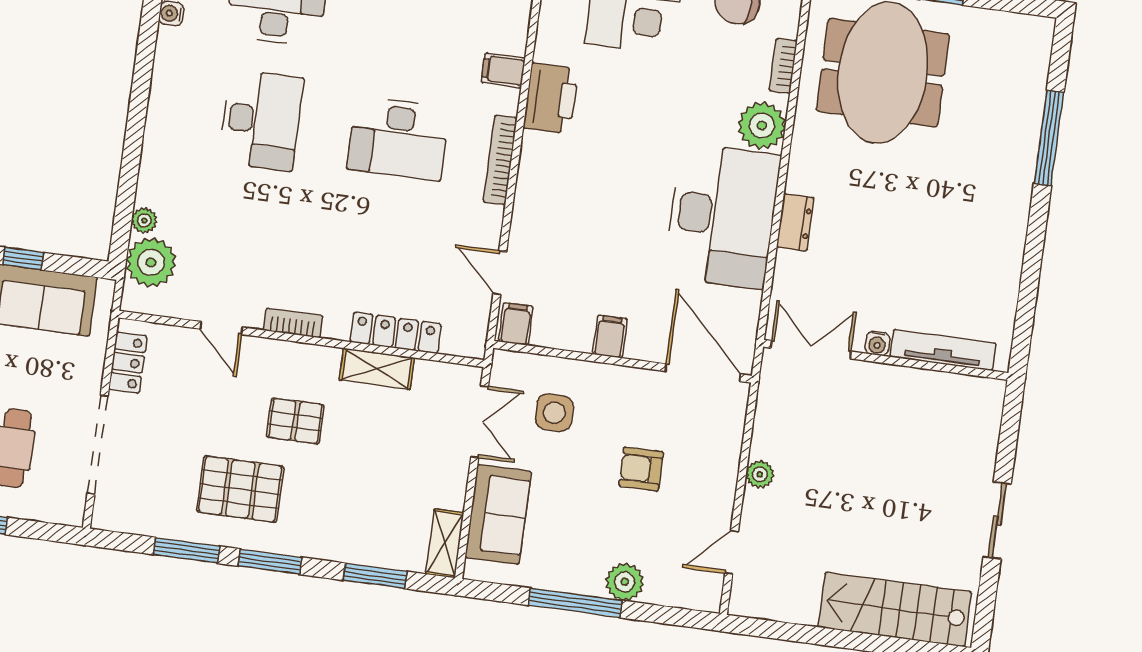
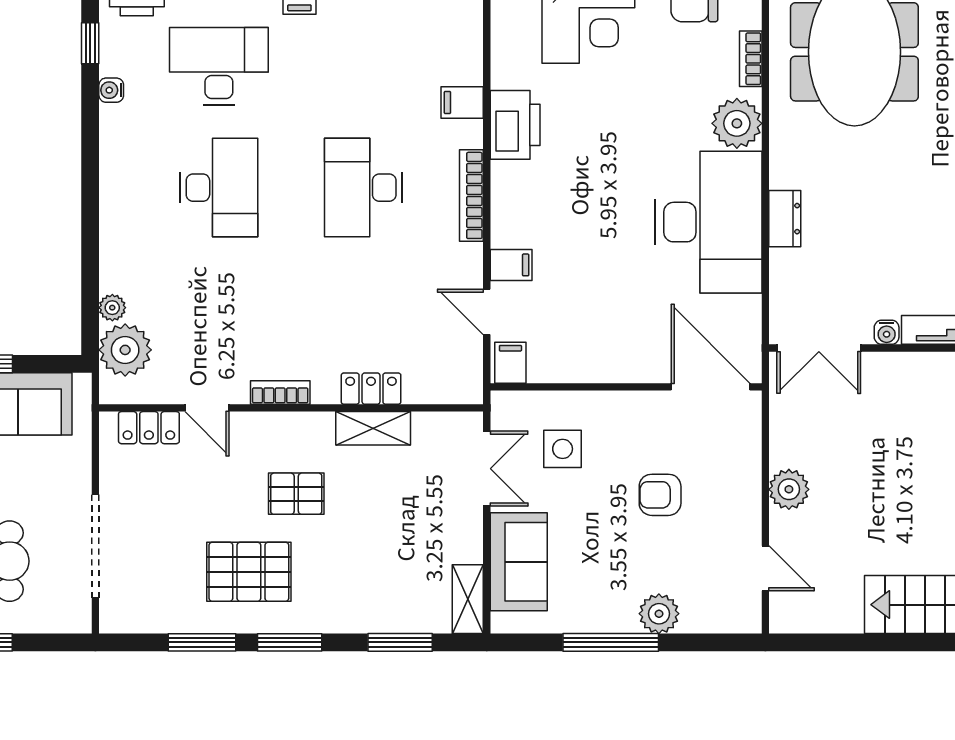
desk: (398, 139) -> (363, 188), turned 90
locker: (396, 333) -> (371, 389), width x0.66
filing cabinet: (610, 337) -> (511, 265), moved, turned 90
double door: (811, 350) -> (819, 348), swing flipped
locker: (128, 363) -> (149, 428), moved, turned 90
plant: (760, 474) -> (789, 489), width x1.38, depth x1.38
door: (732, 552) -> (765, 568), swing flipped

